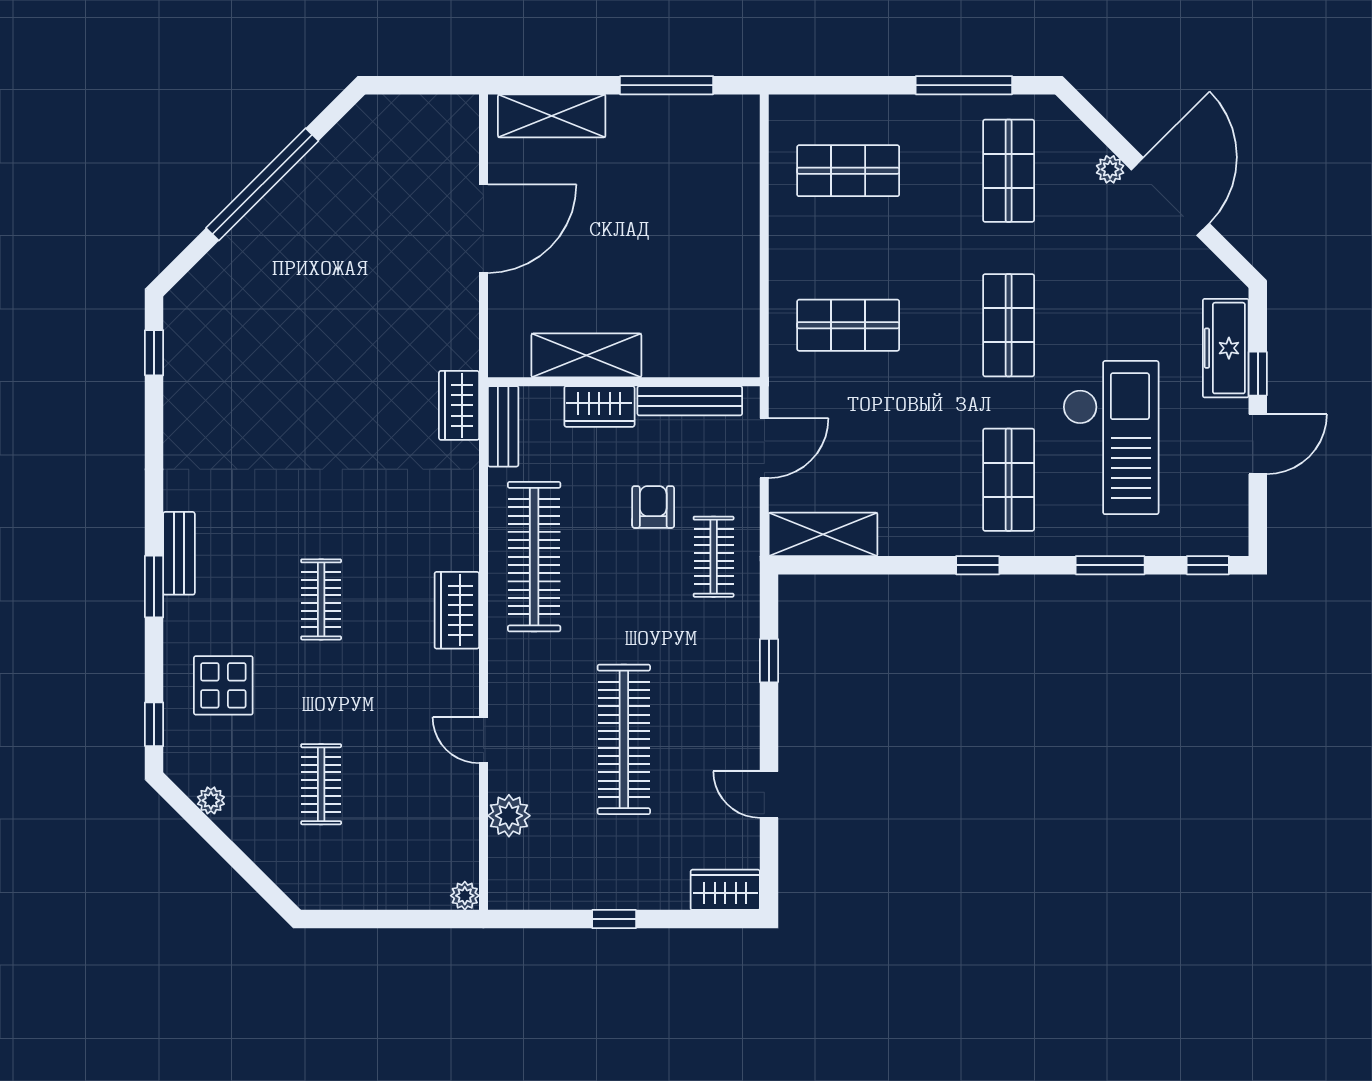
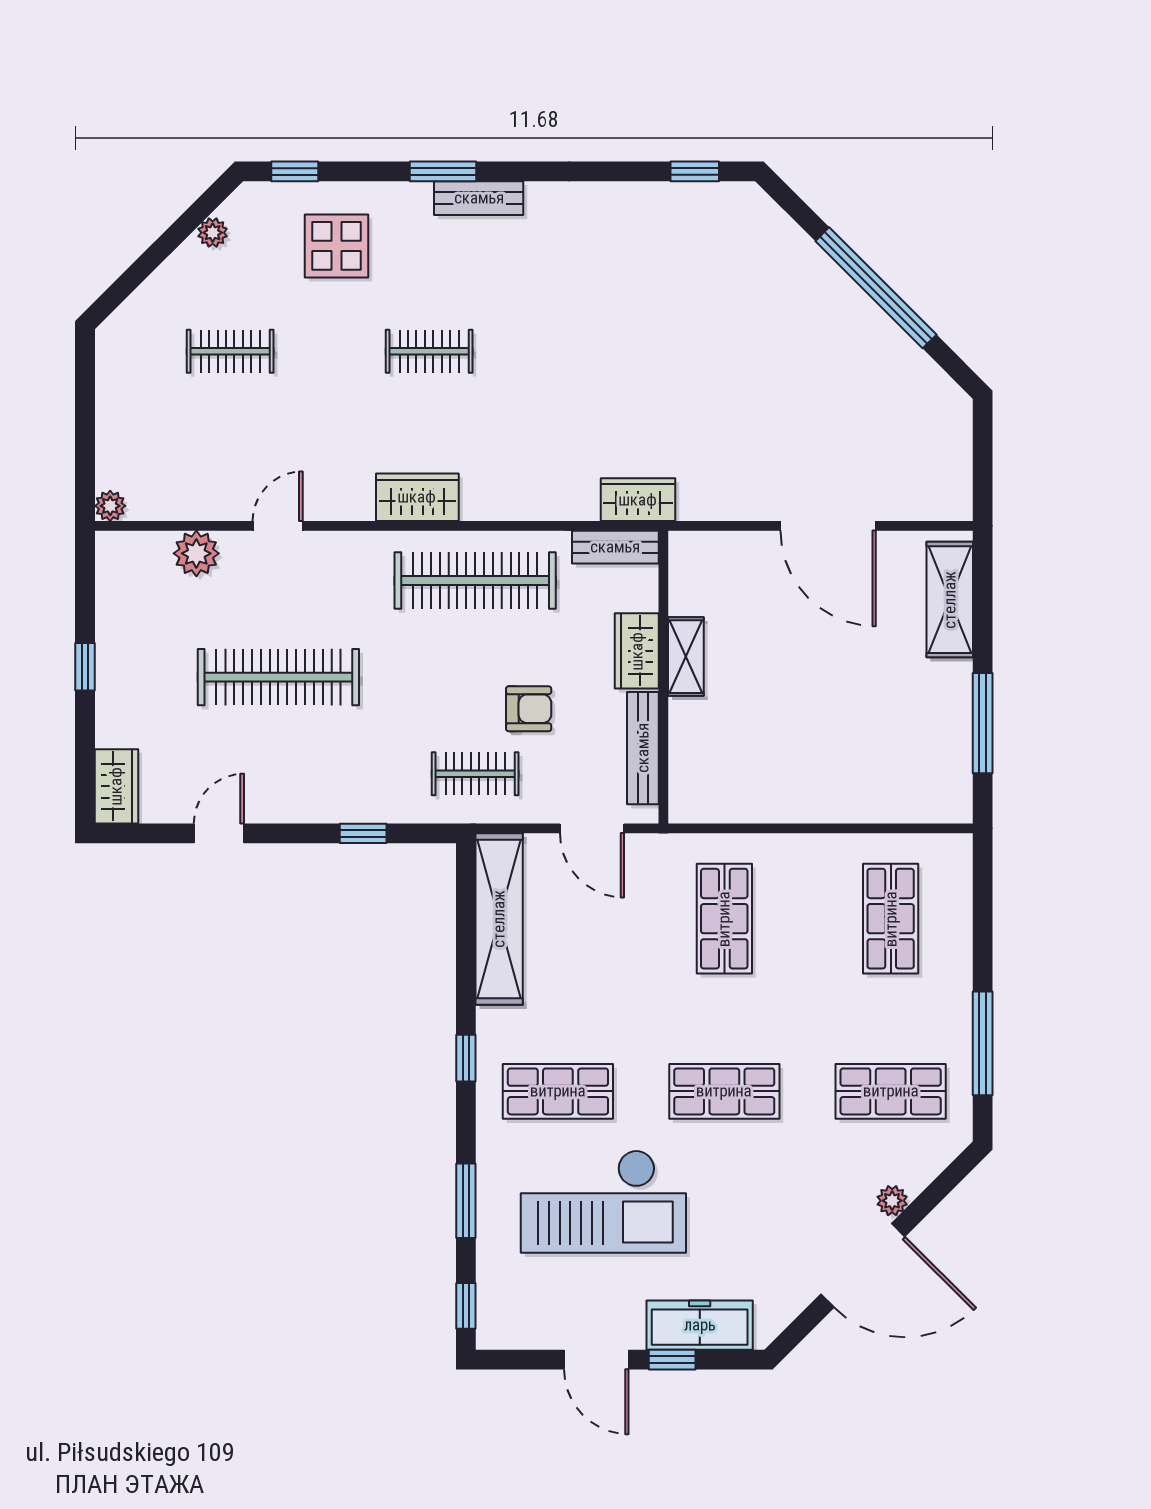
shelving: (586, 355) -> (686, 657), width x0.67, depth x0.75
shelving: (823, 534) -> (499, 919), width x1.47

